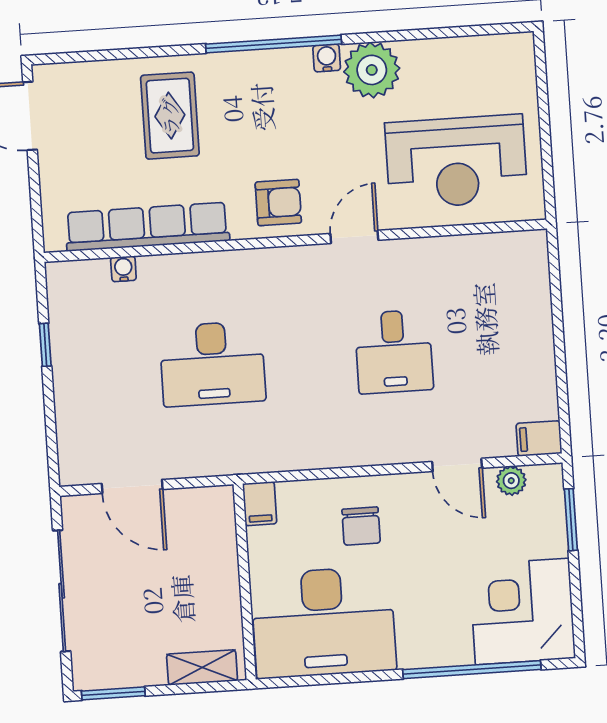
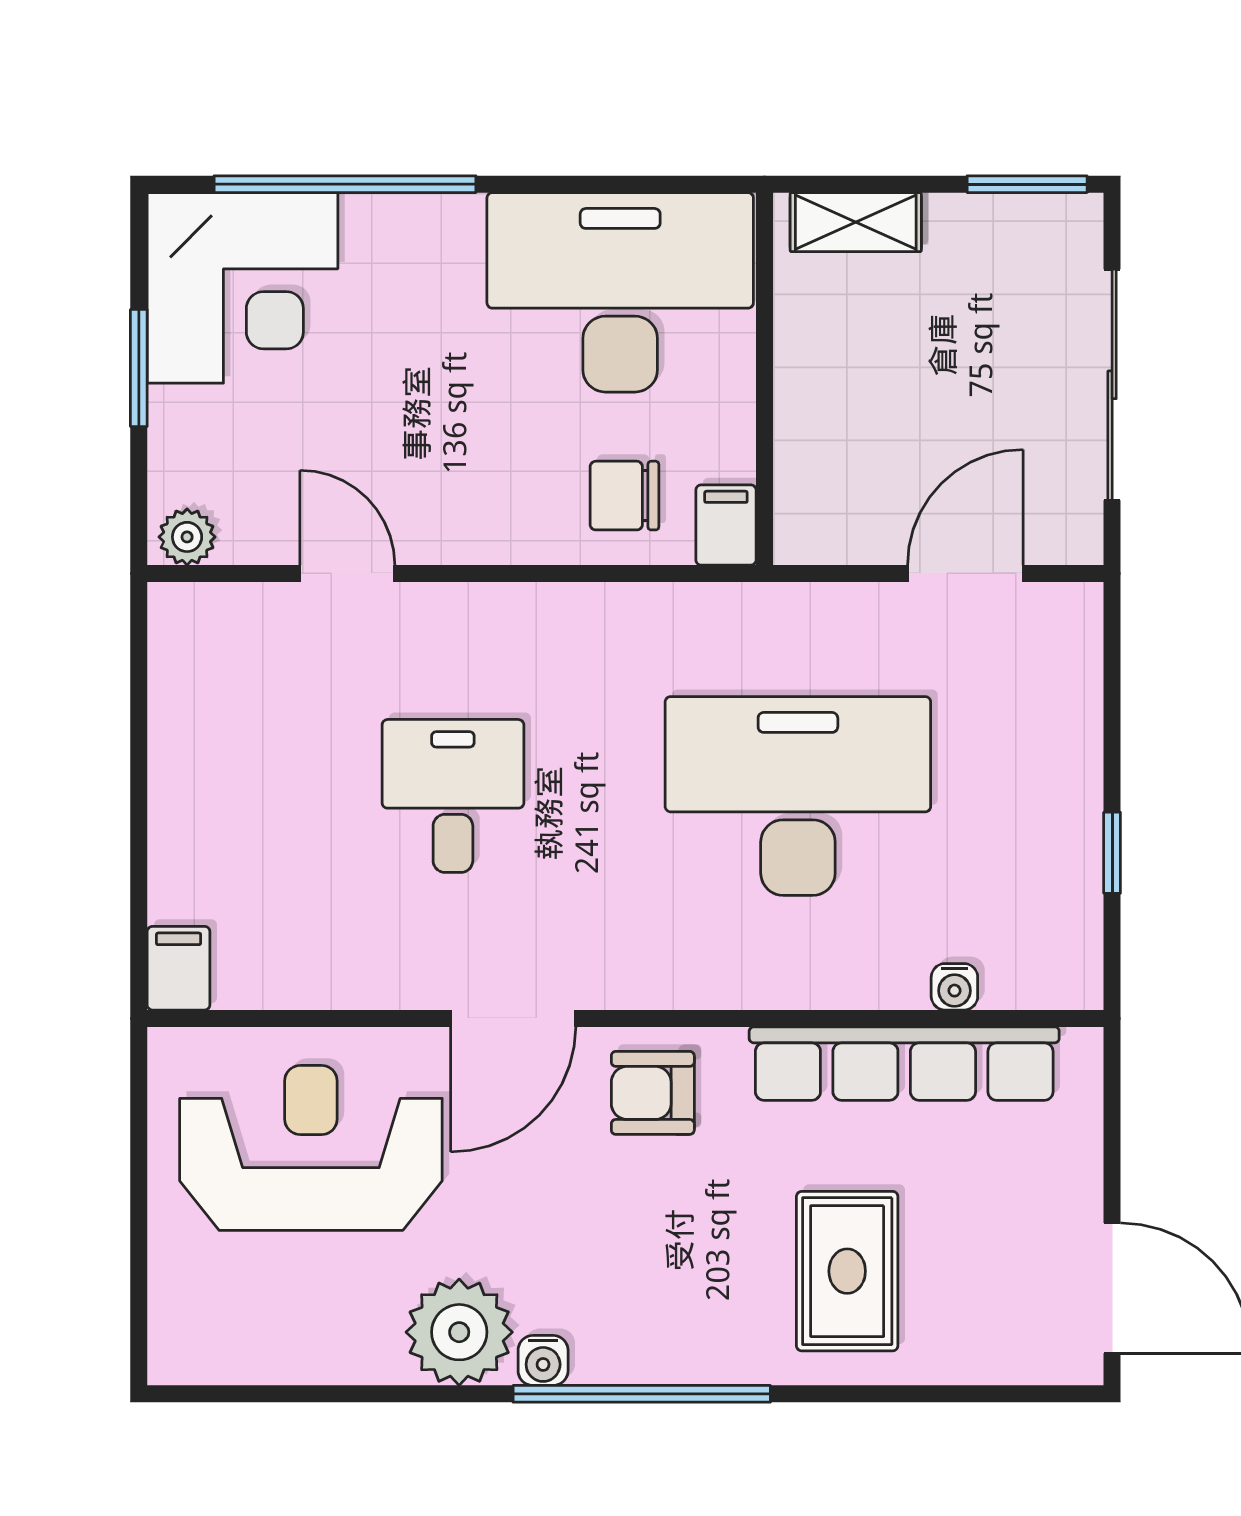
door: (354, 237) -> (513, 1018), width x1.38
desk: (212, 364) -> (798, 796), width x1.36, depth x1.30
filing cabinet: (539, 439) -> (179, 968), moved, turned -90
plant: (511, 481) -> (187, 537), moved
door: (132, 487) -> (965, 573), hinge flipped
window: (571, 520) -> (139, 368), moved
chair: (361, 526) -> (625, 496), moved, turned -90

